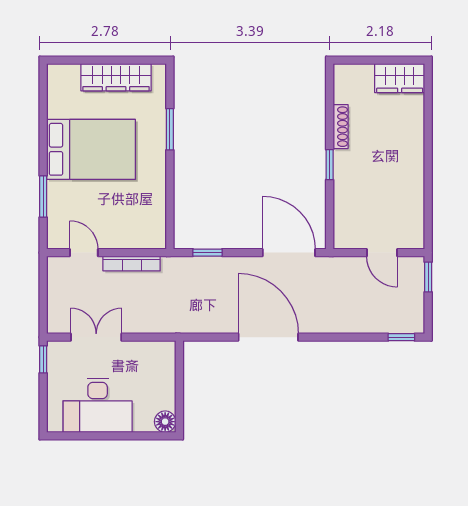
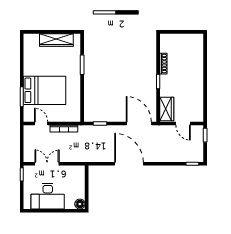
wardrobe: (400, 78) -> (167, 109), moved, turned -90
bed: (91, 149) -> (45, 90), moved

